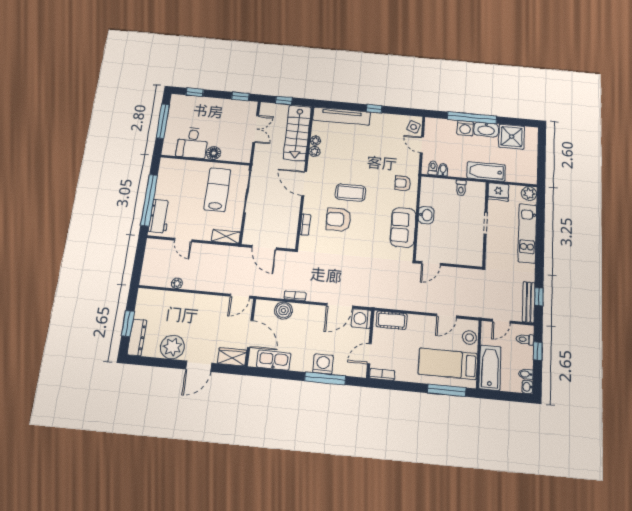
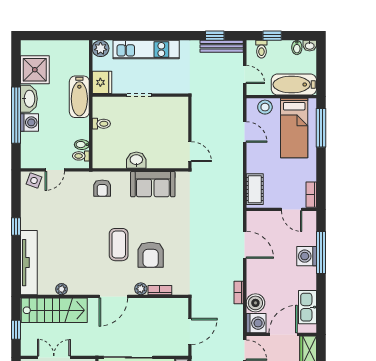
plant: (314, 151) -> (141, 289), moved
washing machine: (361, 319) -> (256, 323), moved, turned -90

